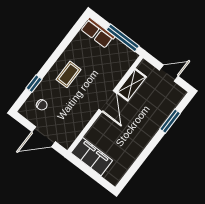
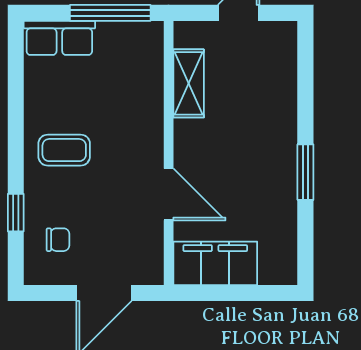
coffee table: (69, 74) -> (64, 150), turned 90
door: (108, 101) -> (169, 194), moved
window: (170, 121) -> (305, 172), moved

